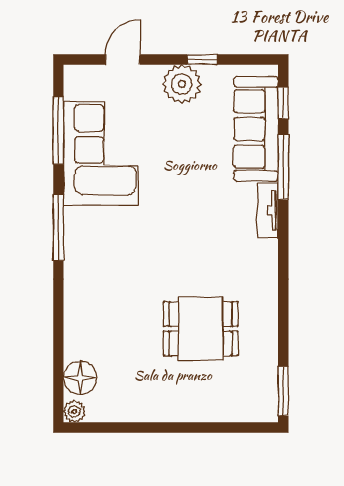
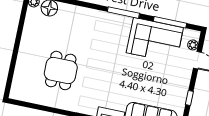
plant: (182, 84) -> (193, 45), moved, width x0.53, depth x0.53
window: (283, 391) -> (23, 104), removed

